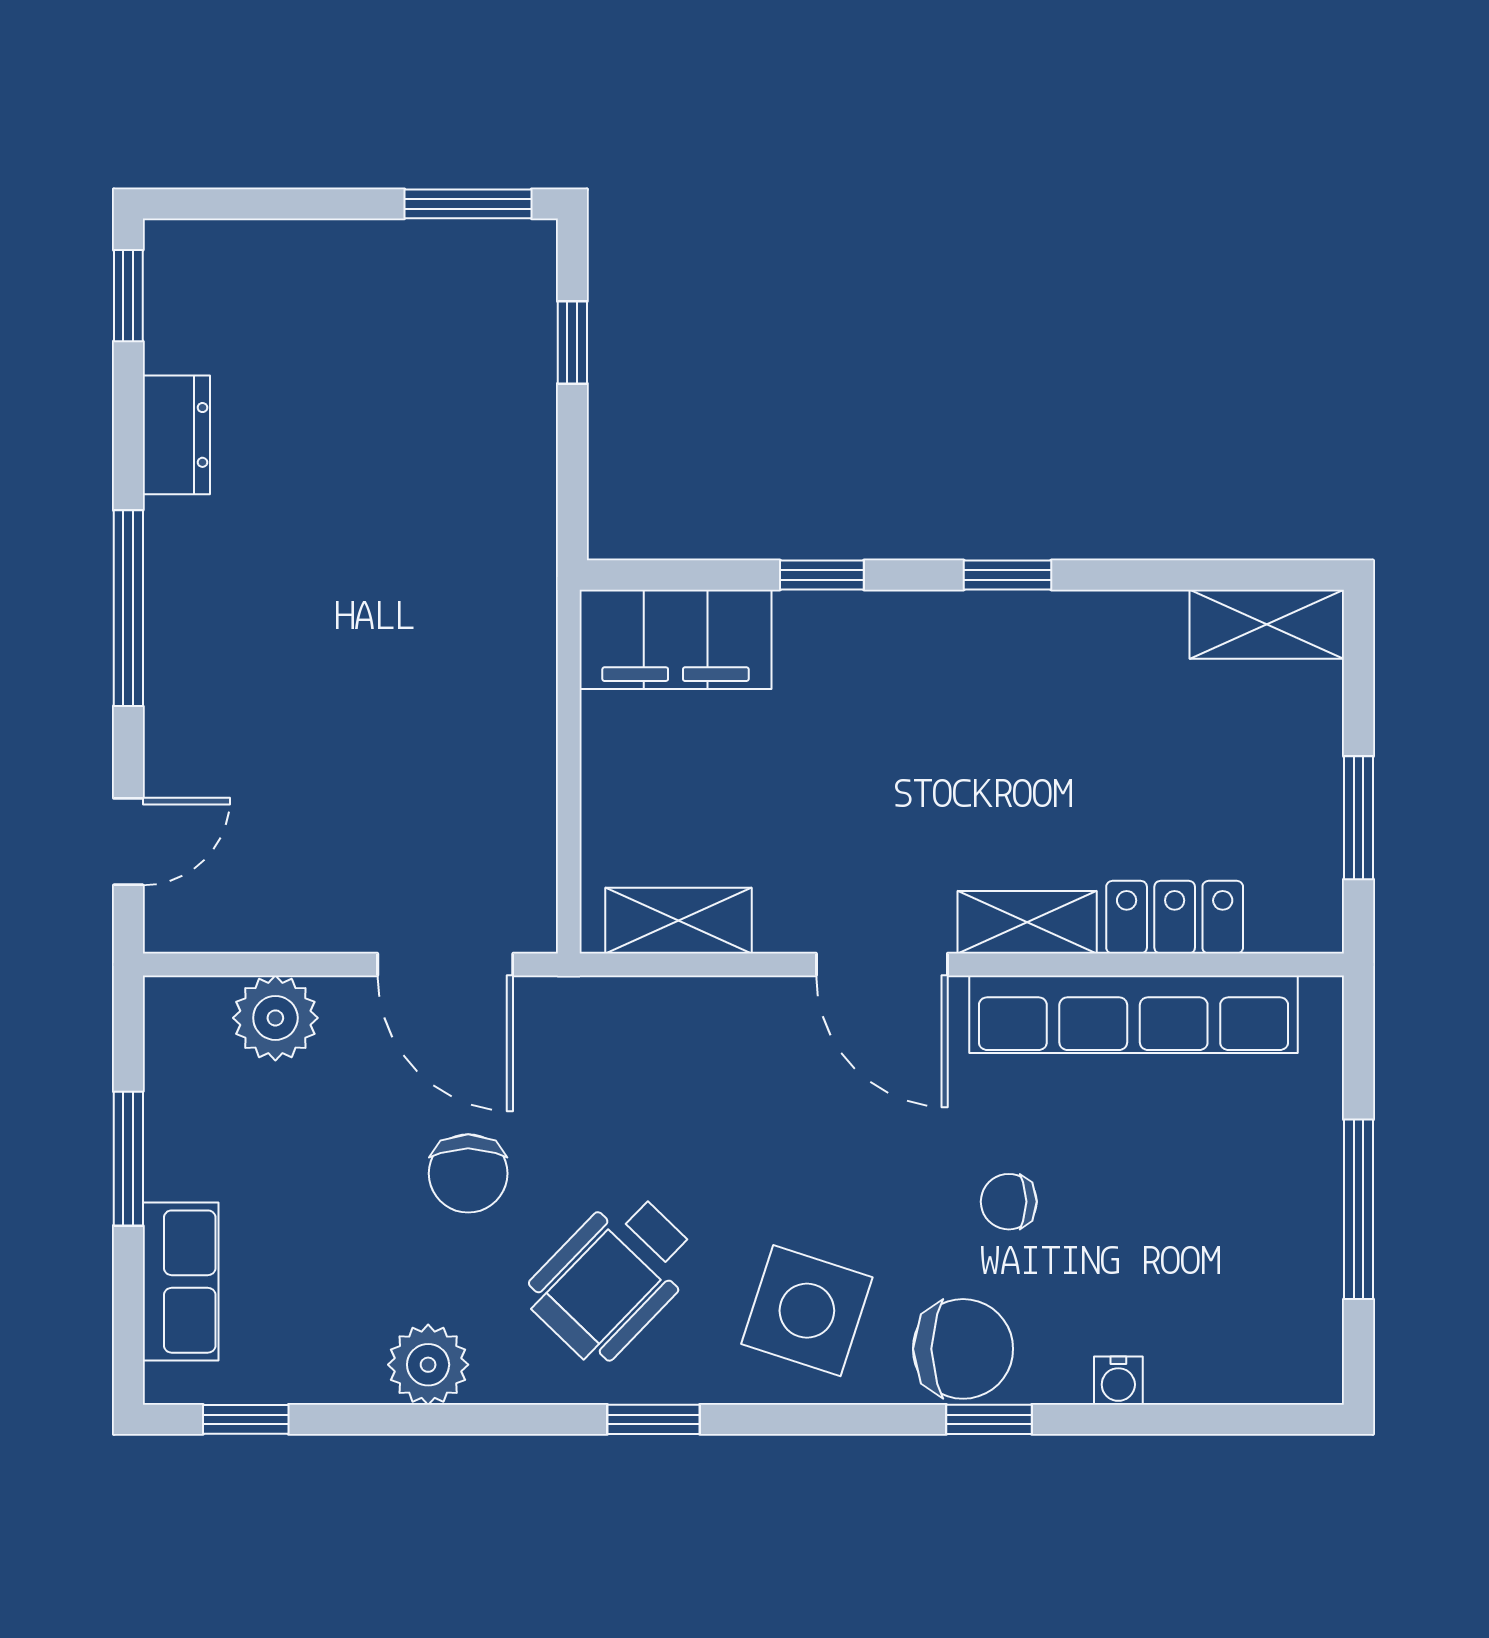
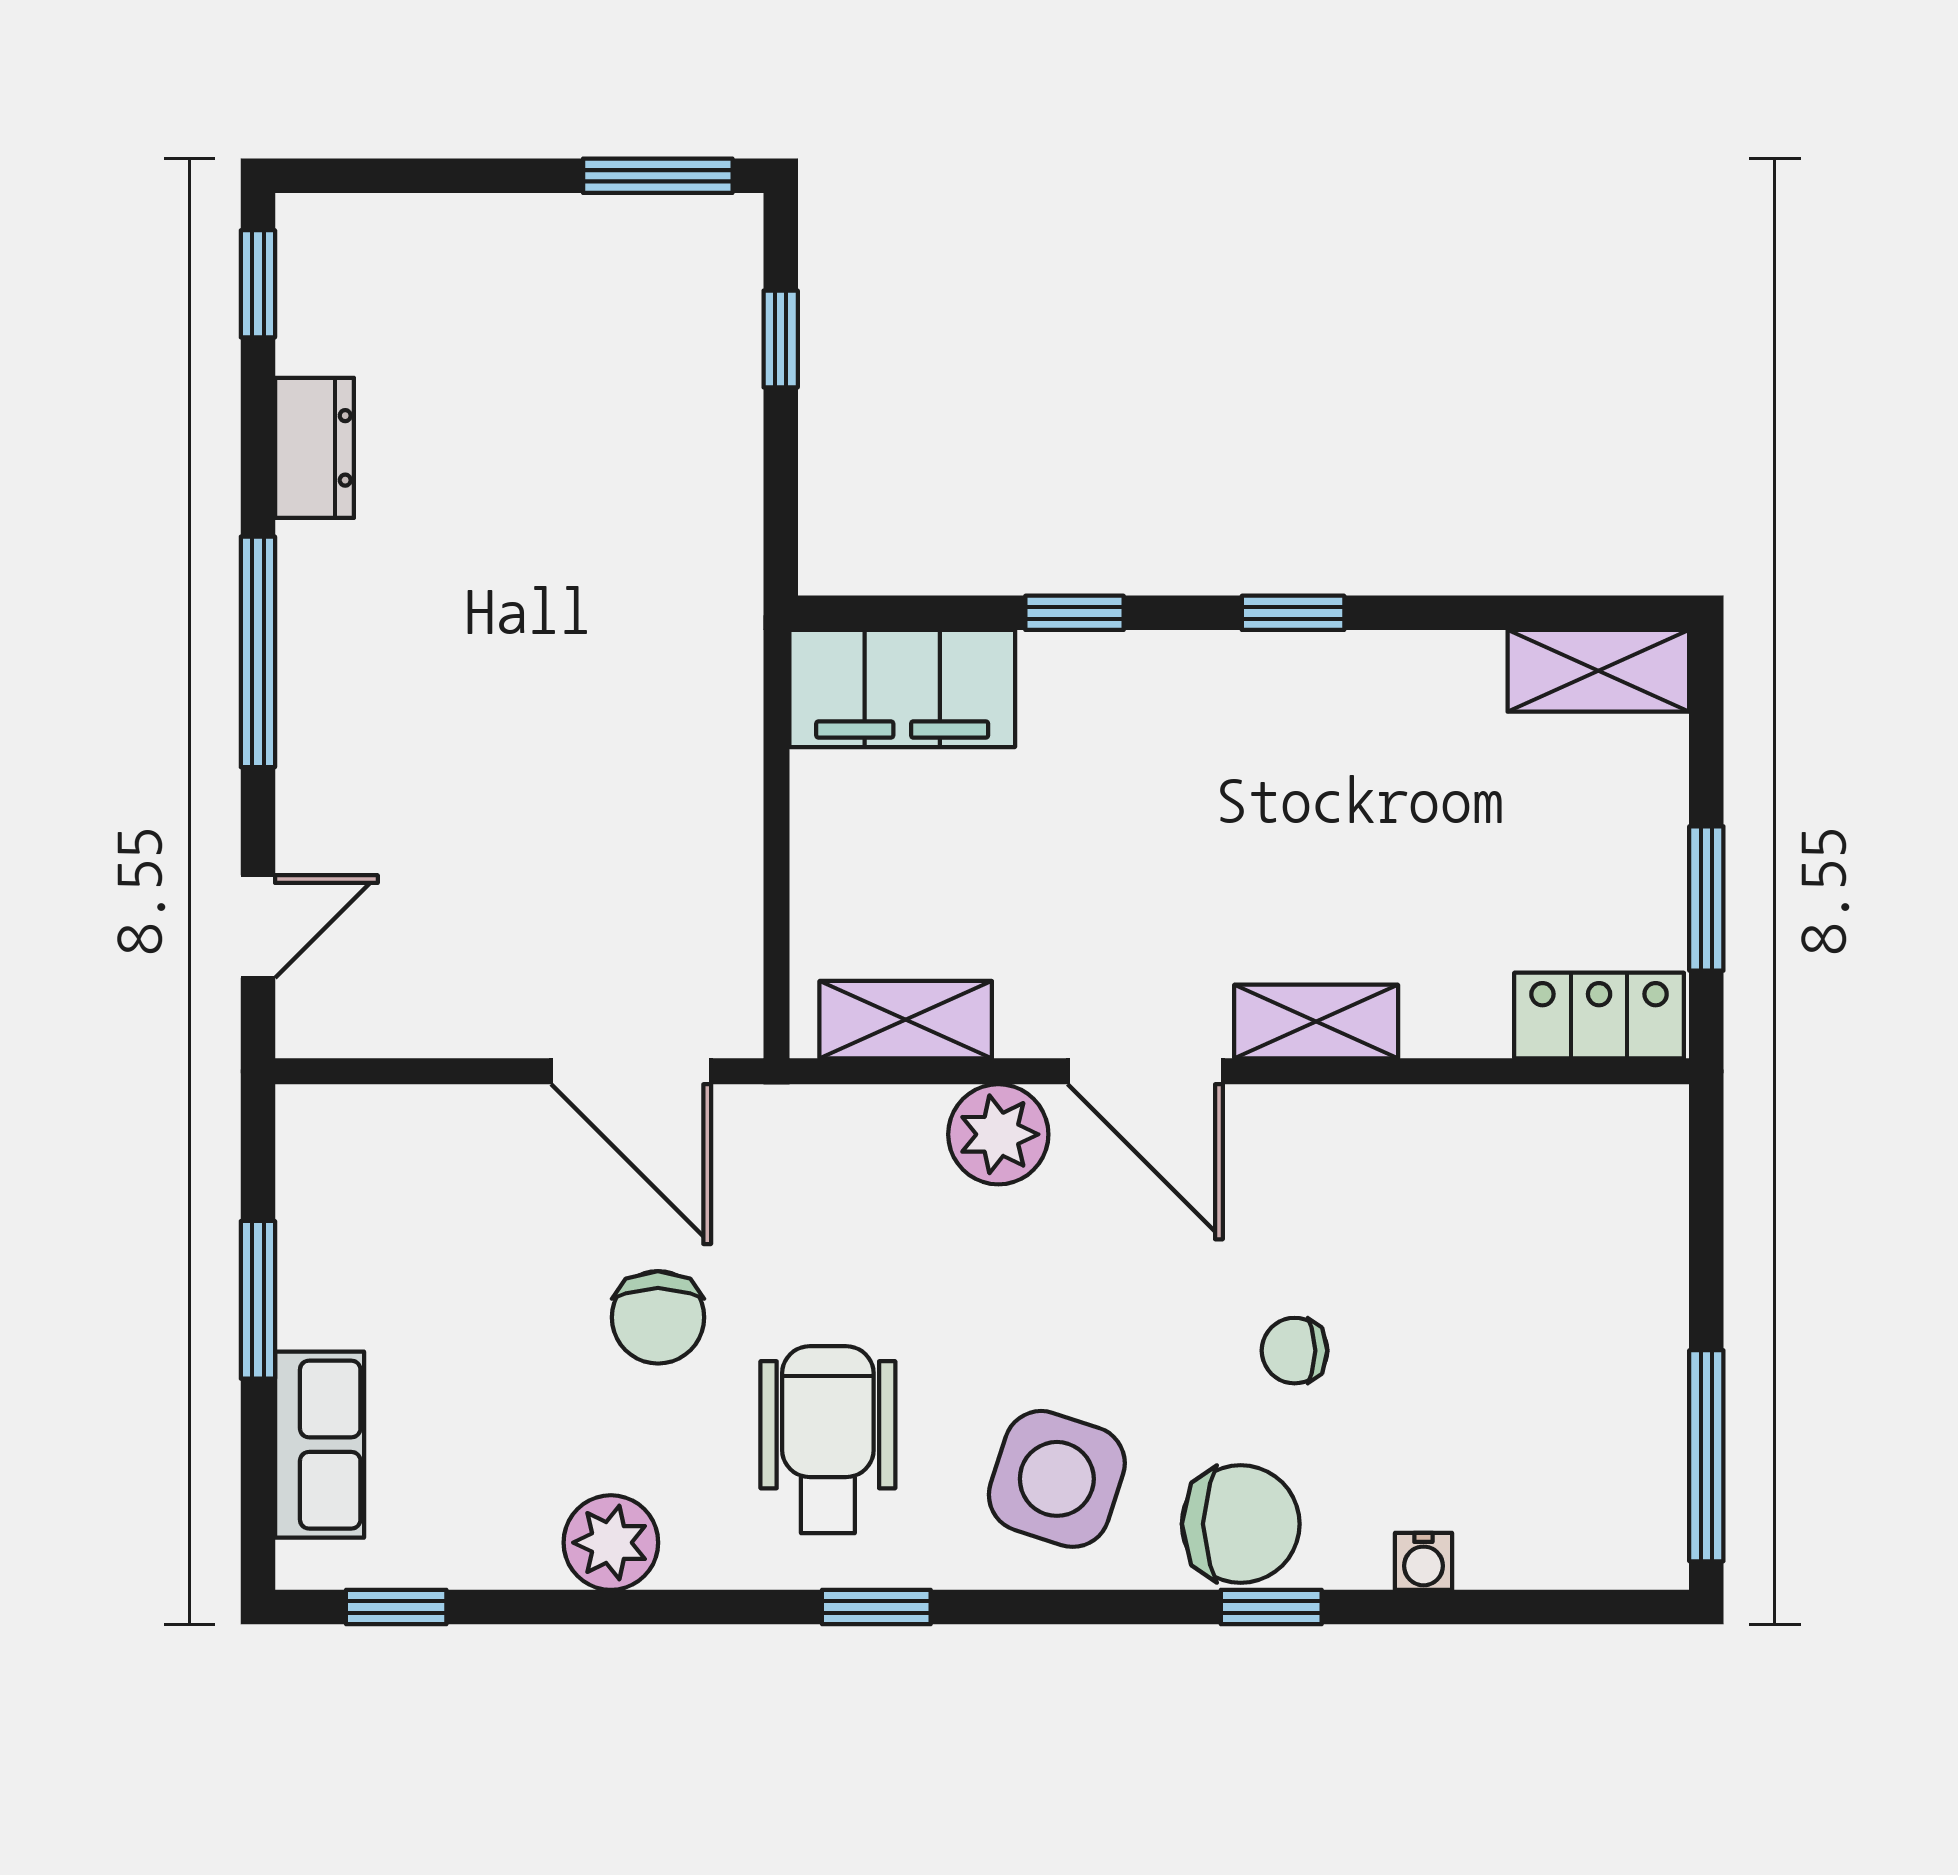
locker: (1175, 917) -> (1599, 1016), moved
row of seats: (1133, 1014) -> (1441, 1130), removed
plant: (275, 1018) -> (998, 1134), moved
window: (1358, 1209) -> (1706, 1456), moved
wheelchair: (612, 1277) -> (828, 1440), turned 136

